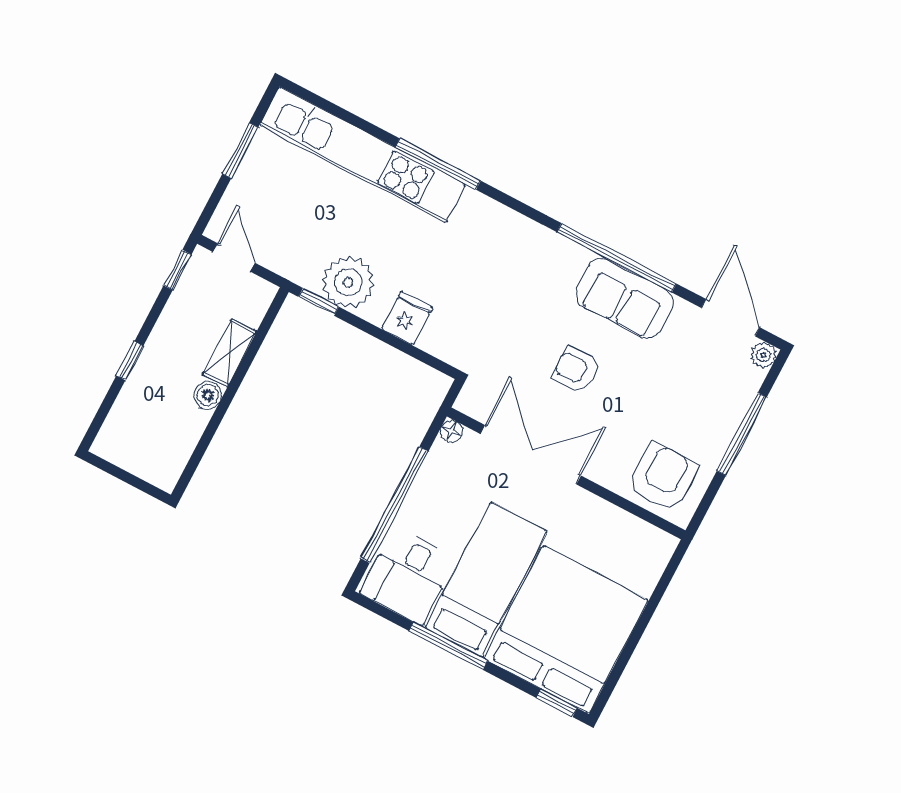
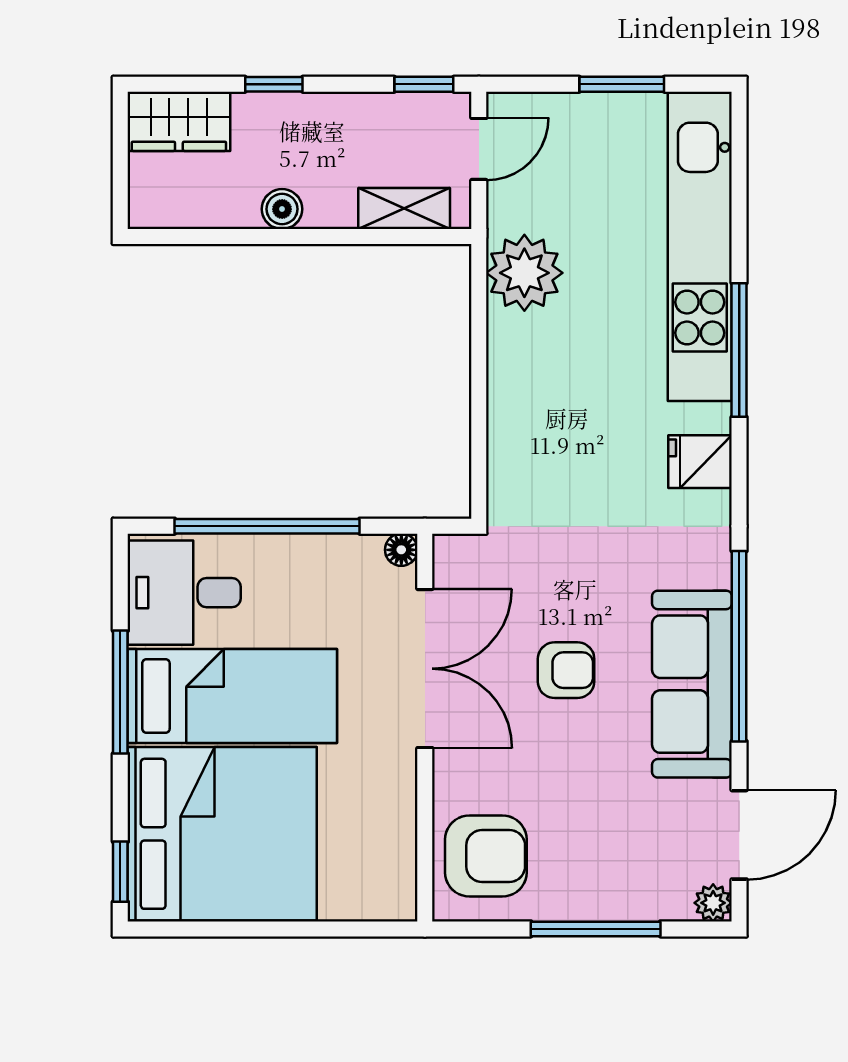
plant: (348, 282) -> (524, 273), moved
sofa: (625, 298) -> (692, 684), width x1.36
window: (319, 302) -> (479, 289), removed
fridge: (407, 318) -> (700, 462), moved, turned 180
shelving: (230, 353) -> (404, 209), moved
armchair: (576, 370) -> (566, 670), turned 90
wardrobe: (122, 430) -> (179, 121), added

